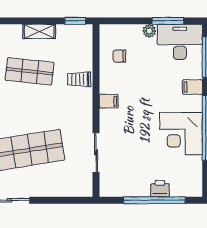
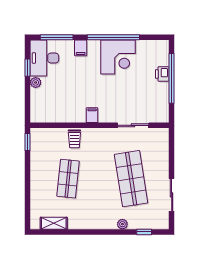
window: (168, 21) -> (28, 68), width x0.67
shelving: (39, 31) -> (36, 171), removed
chair: (119, 56) -> (56, 107), removed

